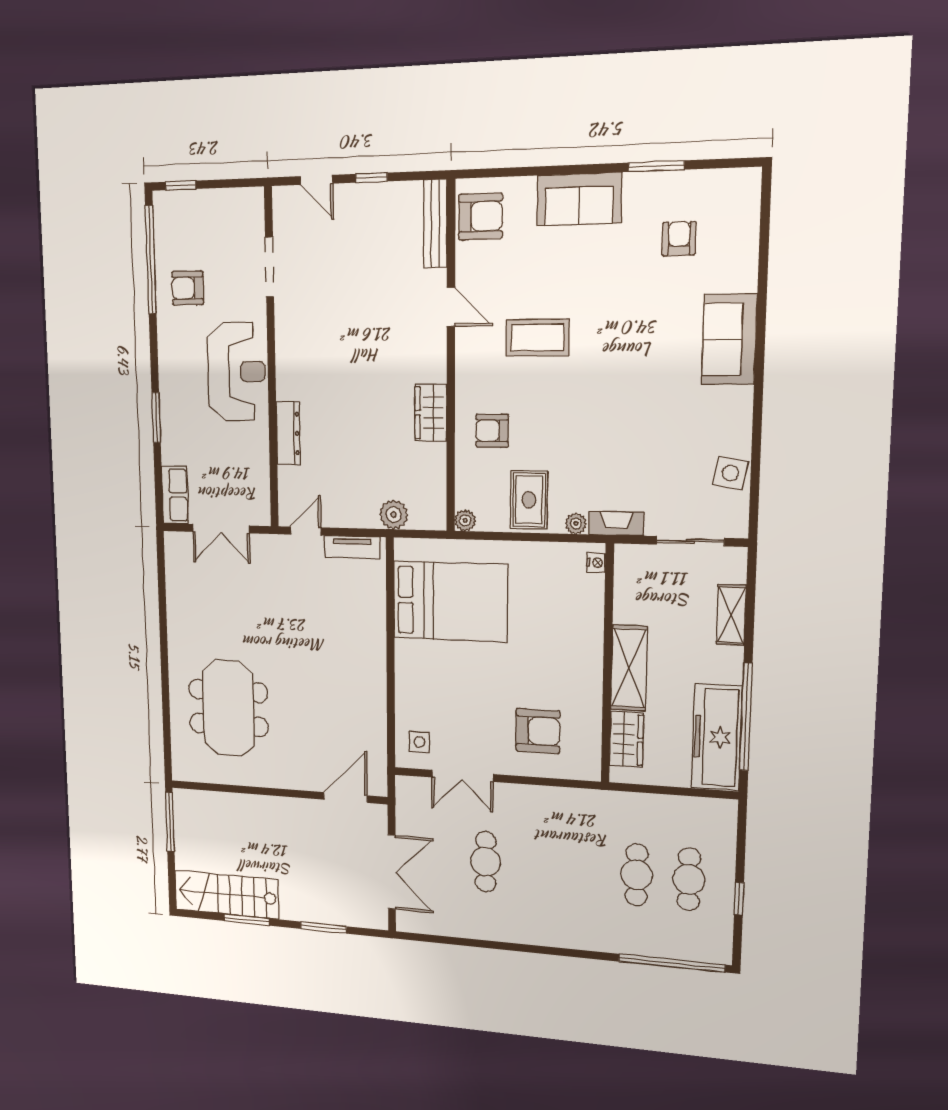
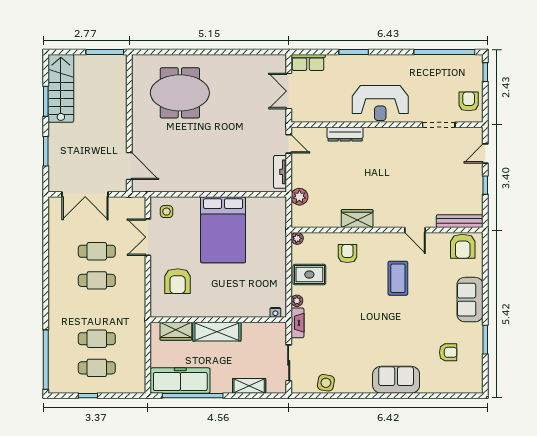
armchair: (188, 288) -> (469, 101), moved
door: (451, 307) -> (415, 230), hinge flipped
bed: (450, 601) -> (223, 230), moved
cafe table: (535, 866) -> (97, 280), added

